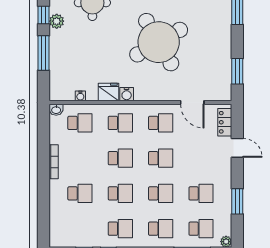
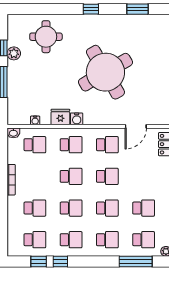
door: (192, 103) -> (136, 126), hinge flipped
school desk: (80, 229) -> (35, 240), added

